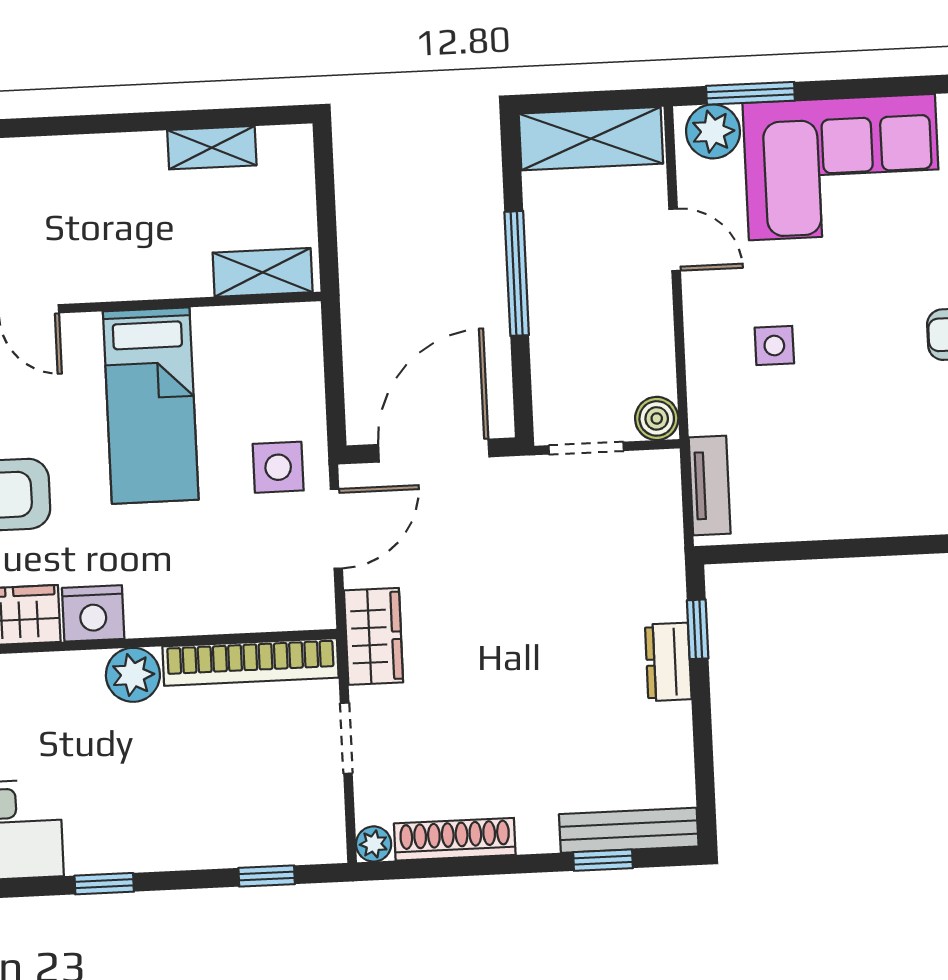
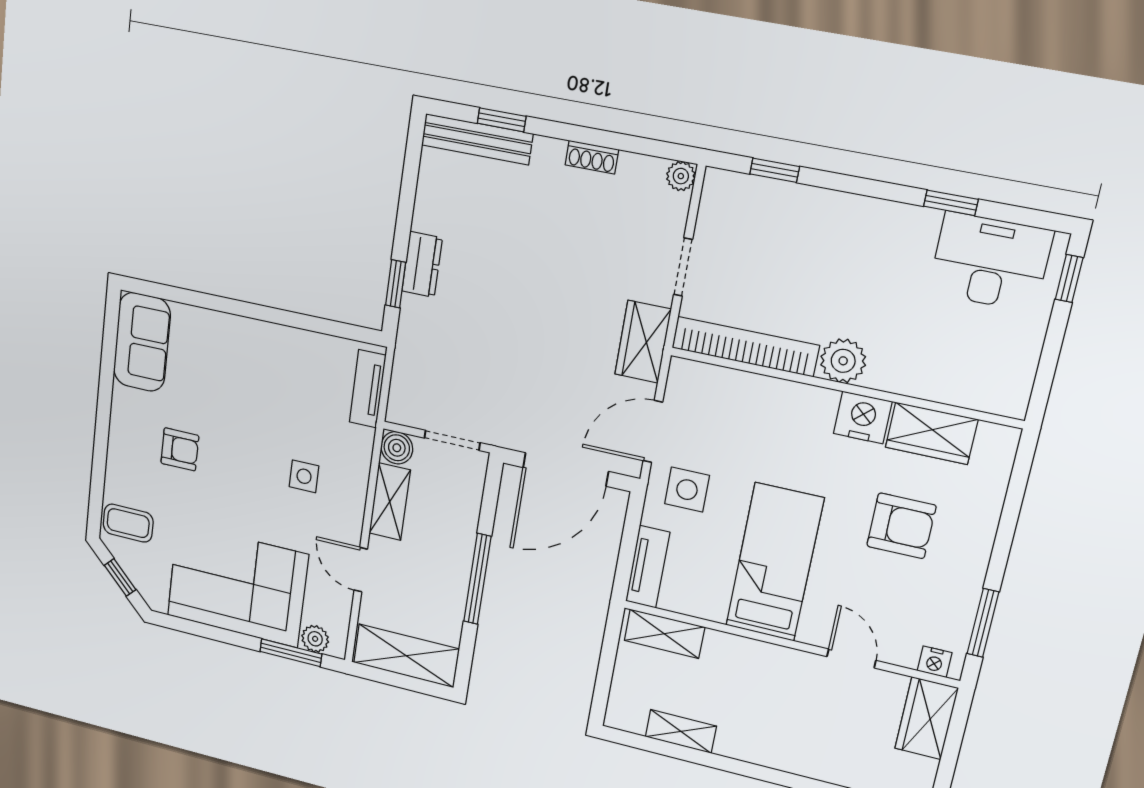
plant: (713, 131) -> (315, 639), width x0.73, depth x0.73
shelving: (653, 344) -> (390, 502), added
tv unit: (304, 354) -> (648, 567), added
shoe rack: (455, 839) -> (592, 157), width x0.51, depth x0.81
window: (104, 884) -> (951, 203), moved

